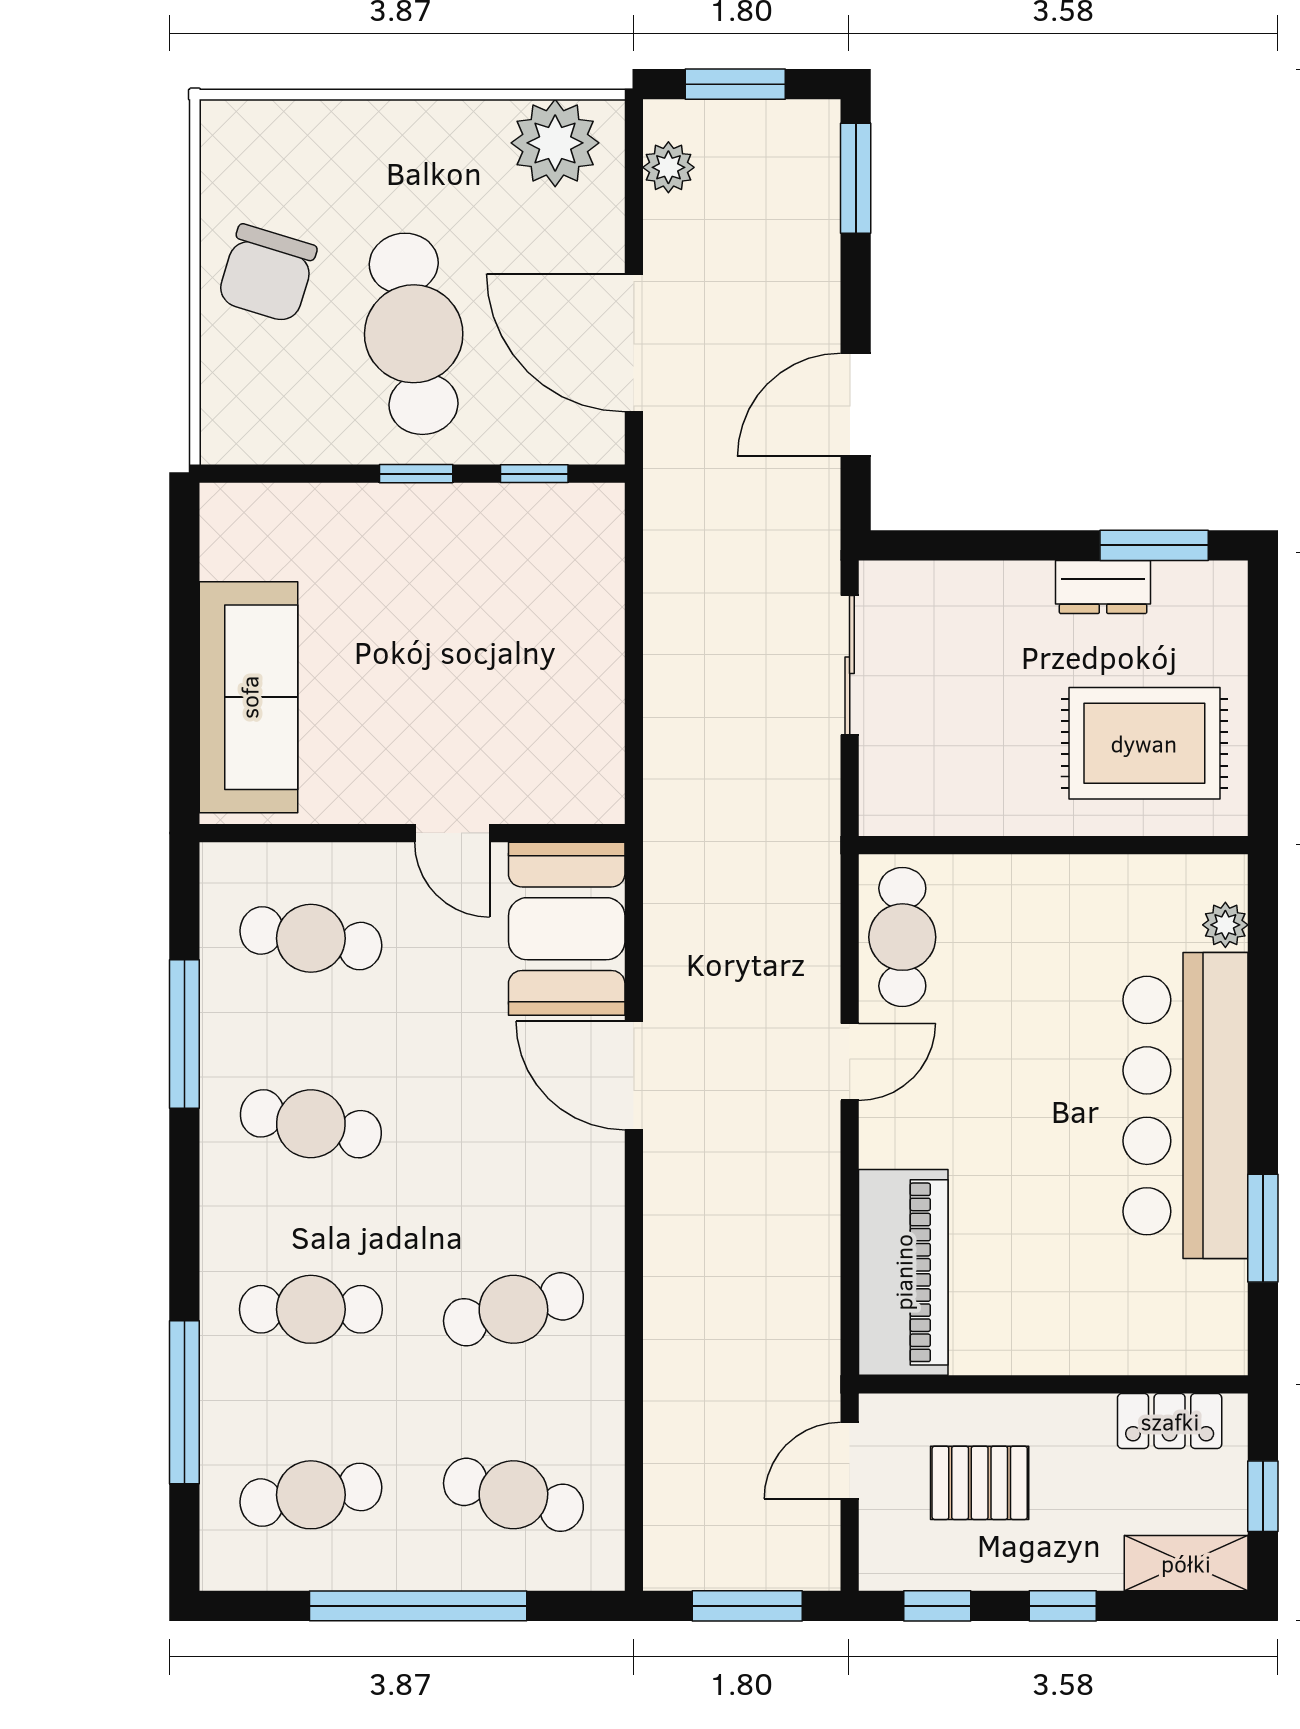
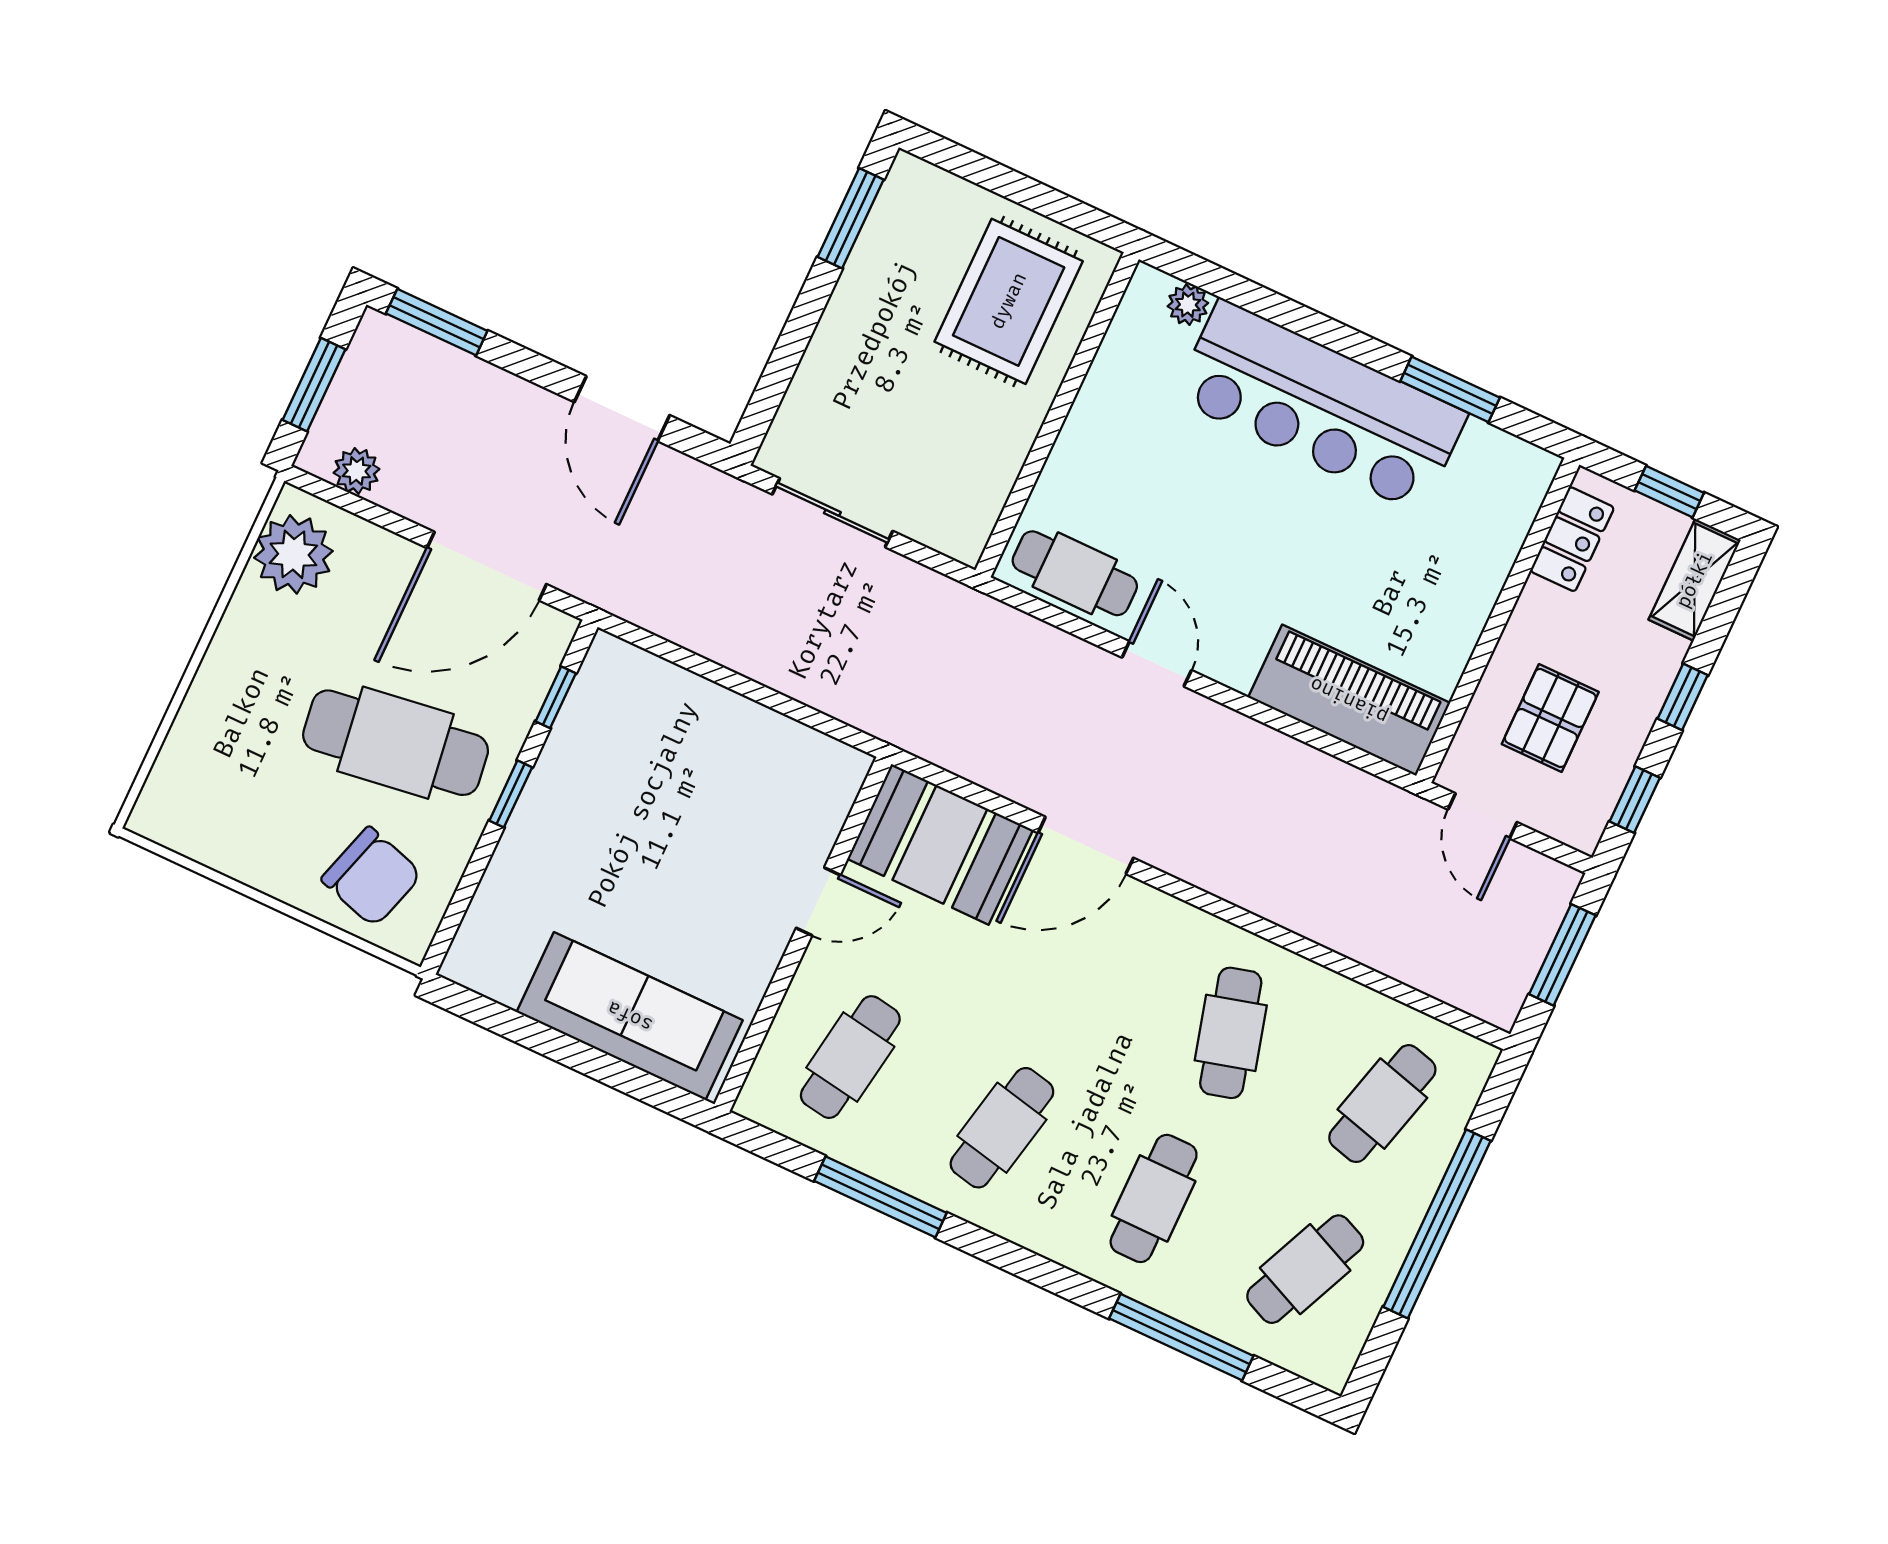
chair: (267, 274) -> (372, 877), moved
dresser: (1103, 587) -> (865, 276), removed
cafe table: (311, 1495) -> (1305, 1269), turned 33

